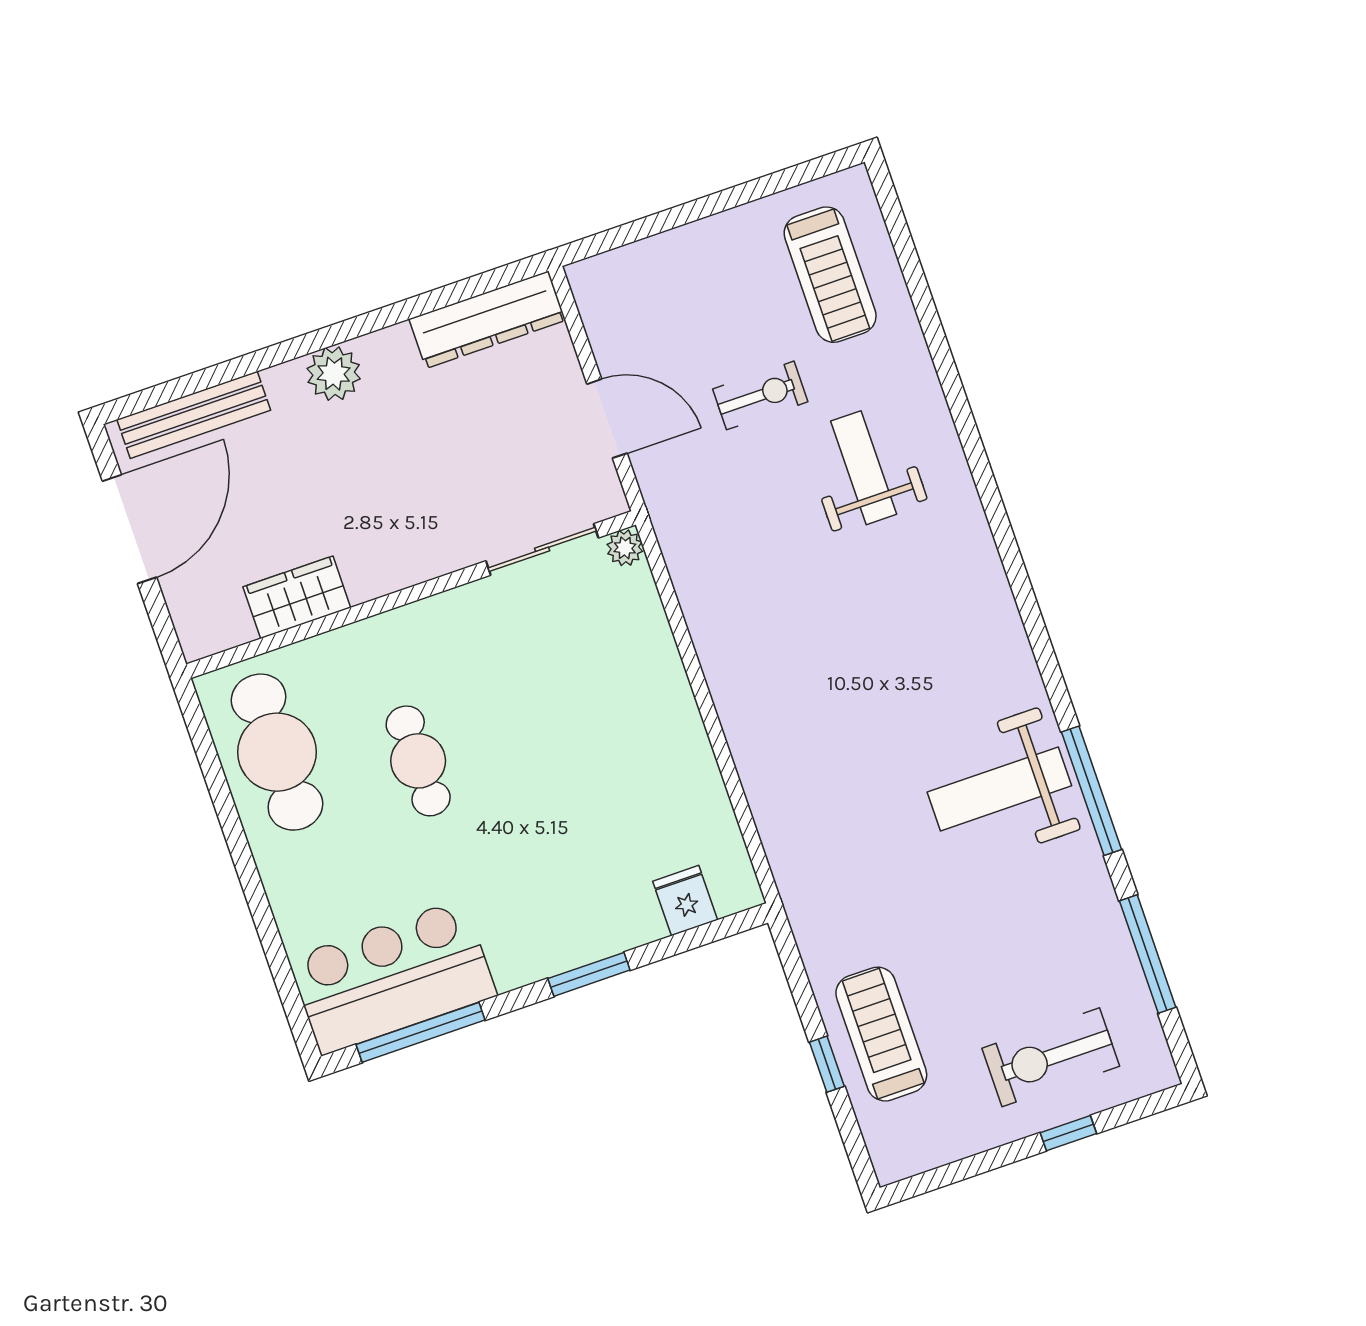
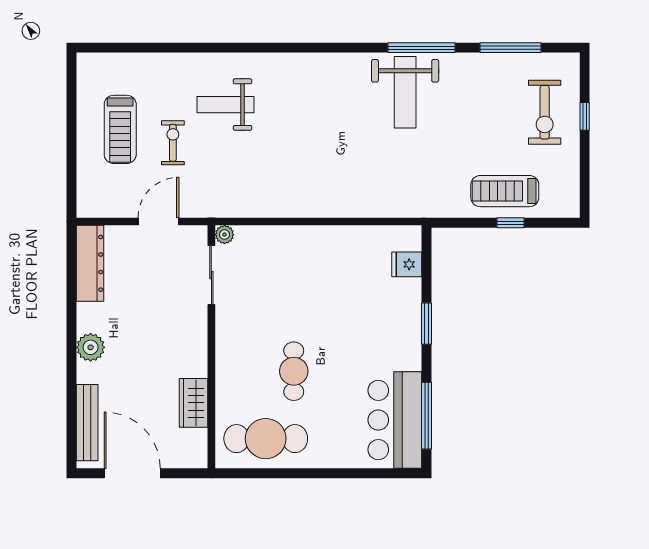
treadmill: (830, 275) -> (120, 129), moved, turned 90
cafe table: (418, 761) -> (294, 371), turned 90

